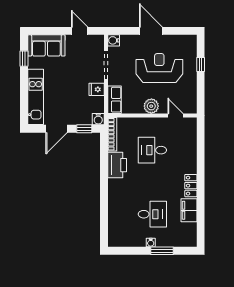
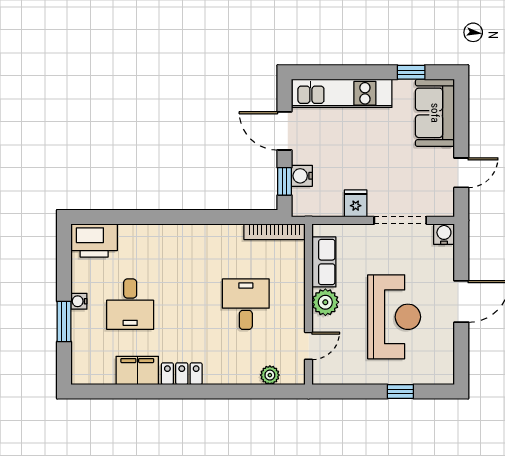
row of seats: (114, 100) -> (324, 262), moved, turned -90
water cooler: (98, 119) -> (302, 176), moved
plant: (192, 137) -> (270, 375), added
printer: (117, 165) -> (94, 241), moved

